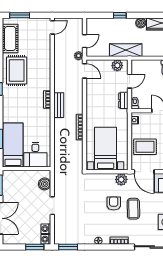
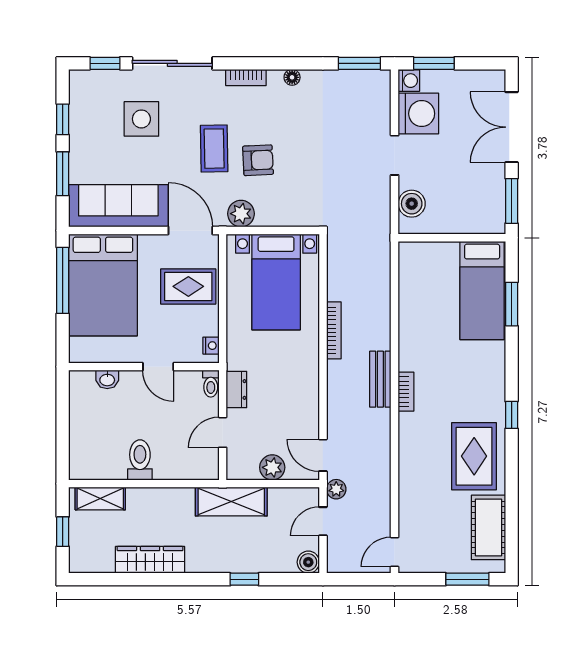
boiler: (141, 23) -> (308, 562), moved
plant: (117, 65) -> (272, 467), moved
desk: (35, 155) -> (432, 269), removed
armchair: (114, 203) -> (258, 160), turned -93
washing machine: (46, 229) -> (418, 114), width x1.89, depth x1.89

